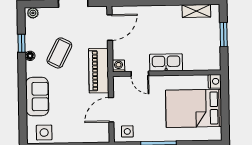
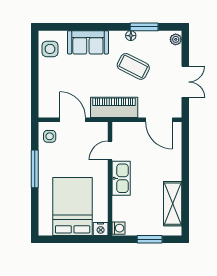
shelving: (196, 11) -> (173, 204), width x1.50, depth x1.33
window: (22, 43) -> (144, 27), width x1.50
washing machine: (119, 66) -> (119, 228), moved

